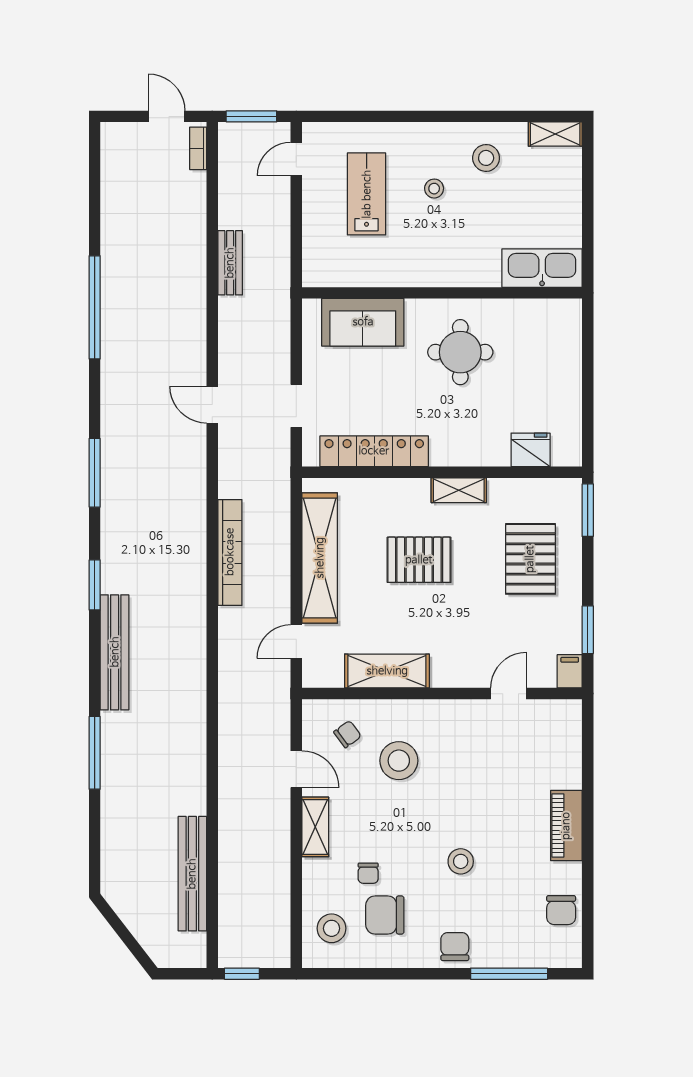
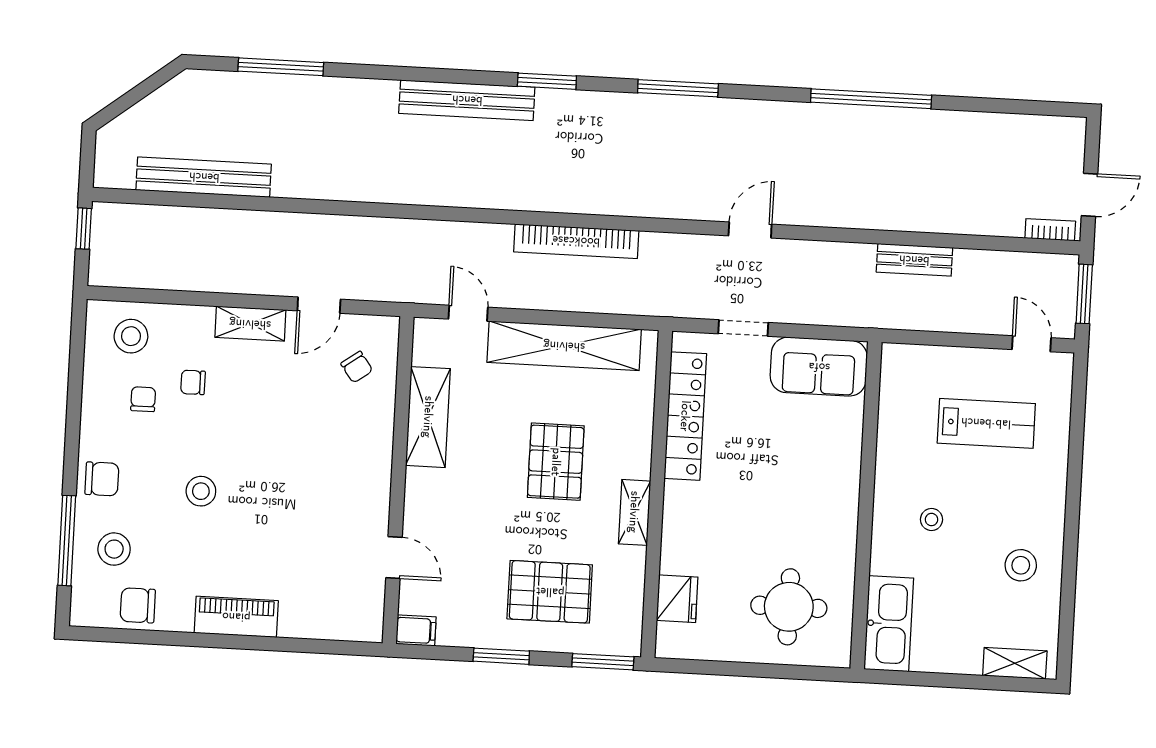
shelving: (555, 134) -> (1015, 663), moved, turned 90
stool: (434, 189) -> (931, 519), moved
sofa: (363, 322) -> (819, 367), moved, turned -90
round table: (460, 352) -> (789, 607), moved
window: (588, 630) -> (501, 656), moved
window: (95, 753) -> (281, 67), moved
stool: (399, 761) -> (114, 549), moved, width x0.73, depth x0.73
chair: (385, 915) -> (143, 399), width x0.54, depth x0.54

